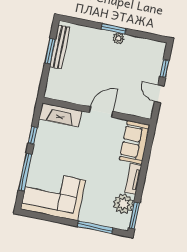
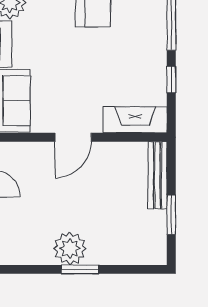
plant: (118, 38) -> (70, 249), width x1.88, depth x1.88
bench: (60, 47) -> (158, 175), moved

